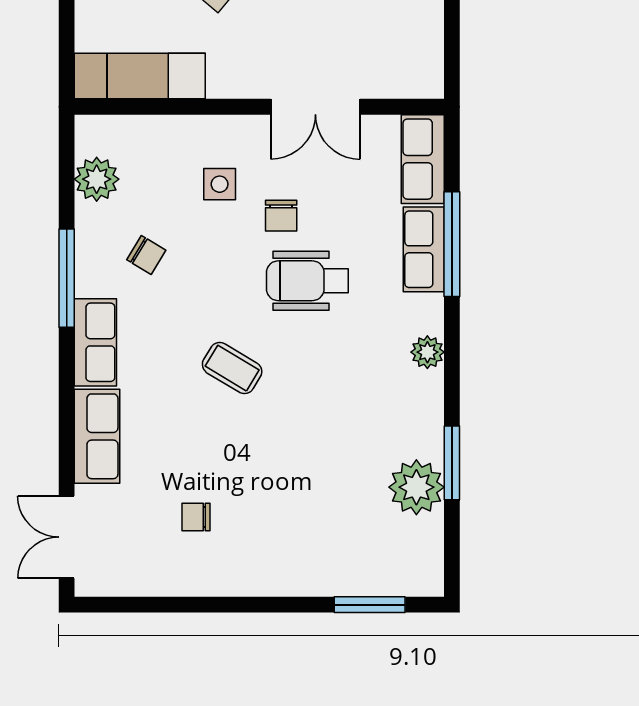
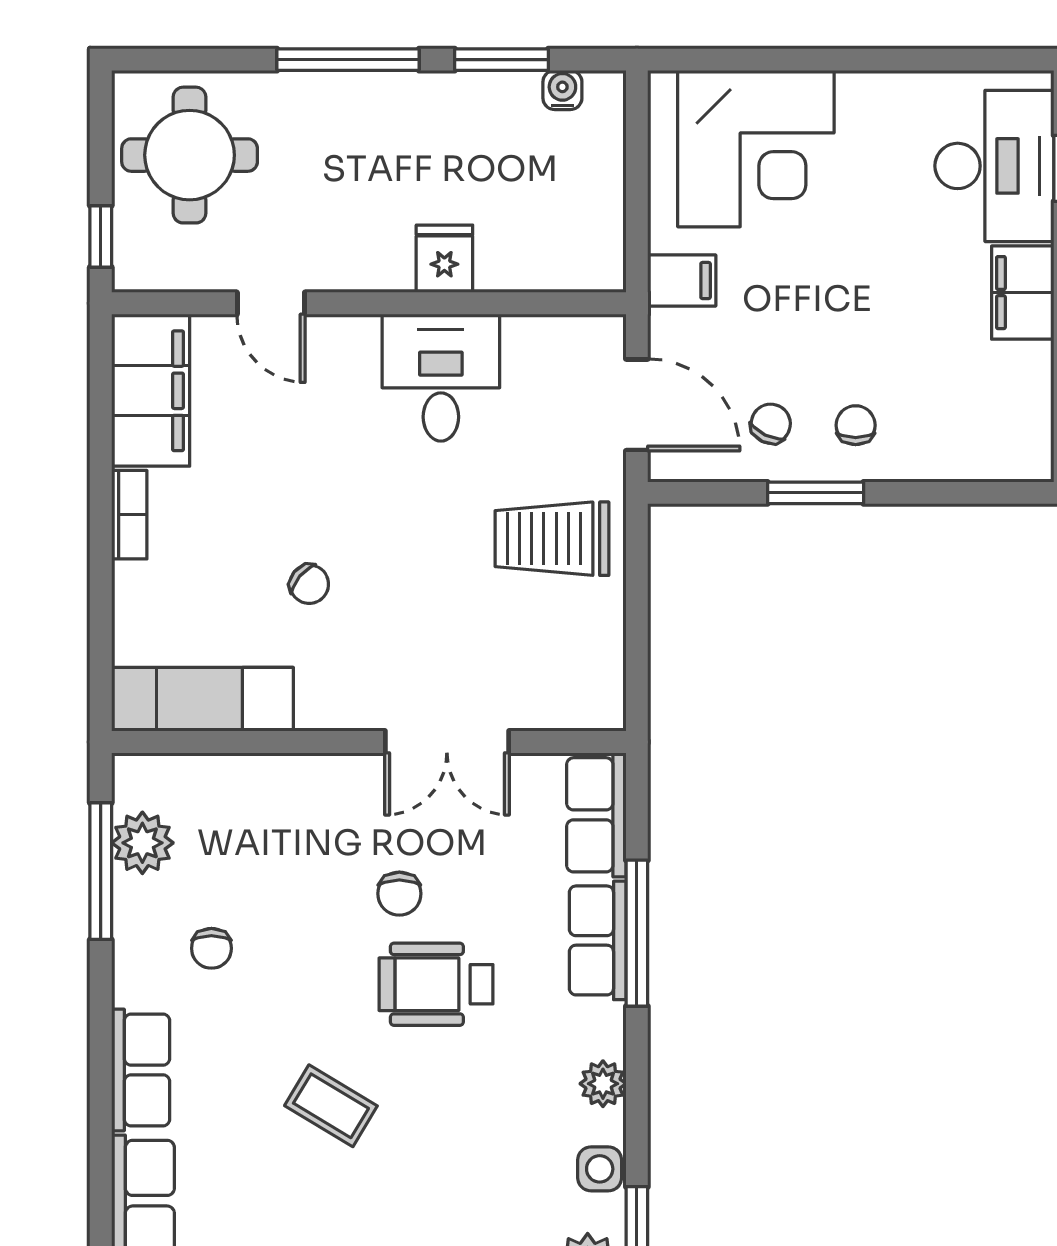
side table: (220, 184) -> (600, 1169), moved
chair: (146, 255) -> (211, 948), turned 59
window: (67, 278) -> (101, 871), moved

